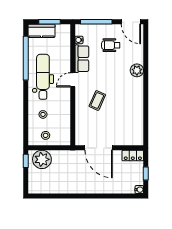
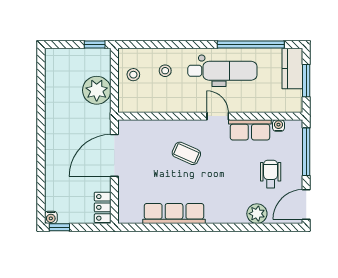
plant: (137, 70) -> (257, 214), moved
row of seats: (137, 109) -> (174, 214), added
plant: (42, 159) -> (97, 90), moved
window: (146, 173) -> (59, 227), moved

